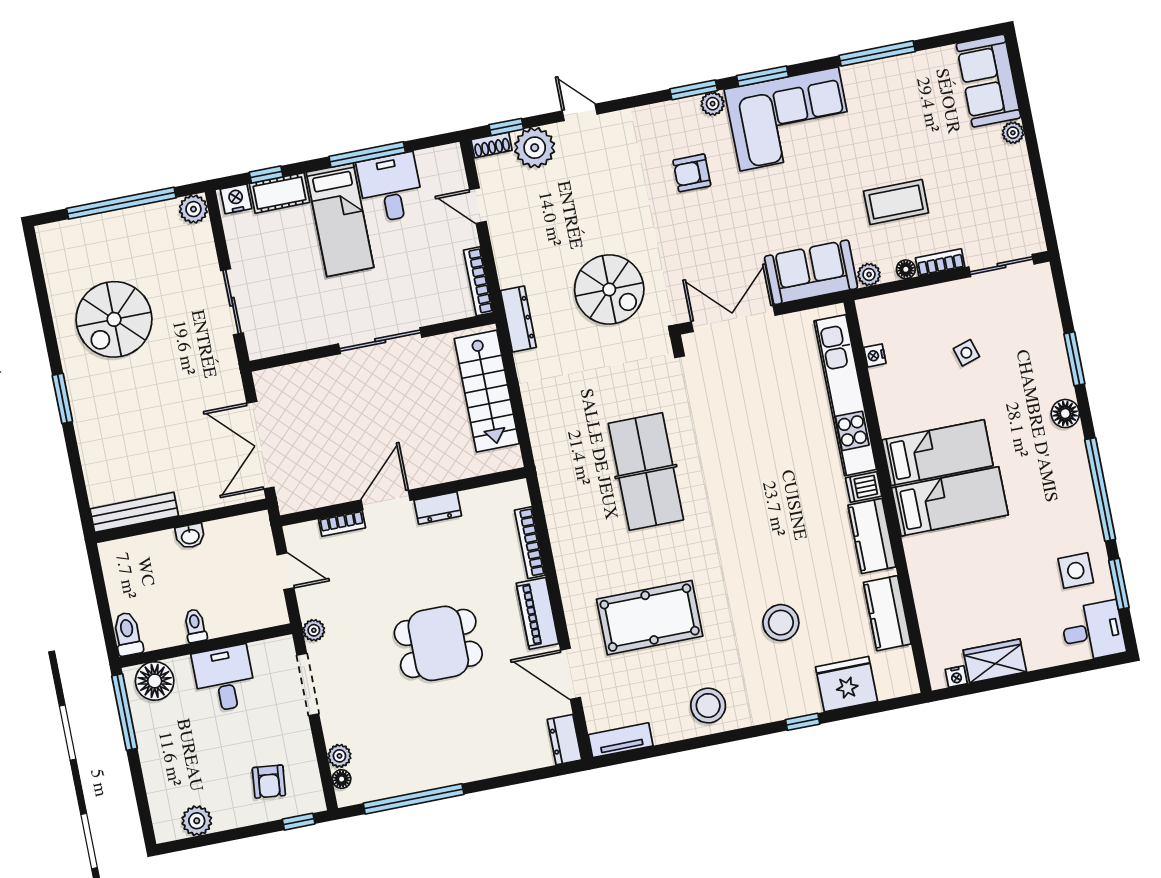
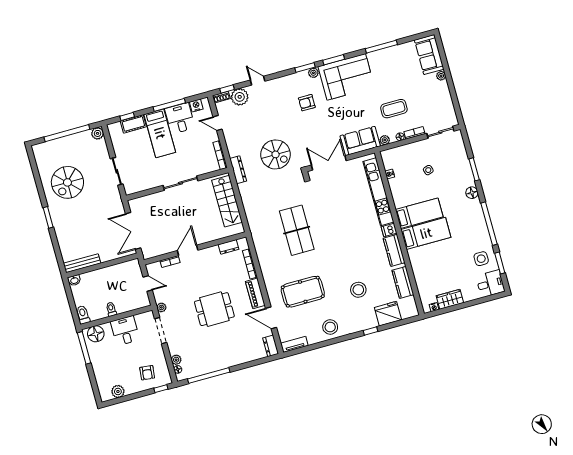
nightstand: (236, 199) -> (196, 105), moved
dresser: (438, 508) -> (229, 247), moved
washbasin: (190, 536) -> (74, 280), moved

